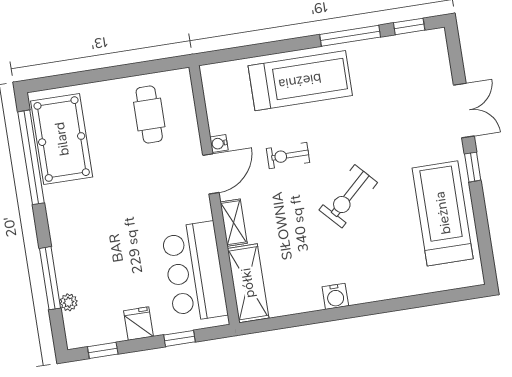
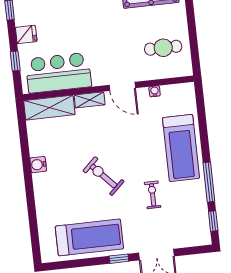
water cooler: (219, 143) -> (155, 91), moved
exercise bike: (288, 155) -> (153, 195), moved

